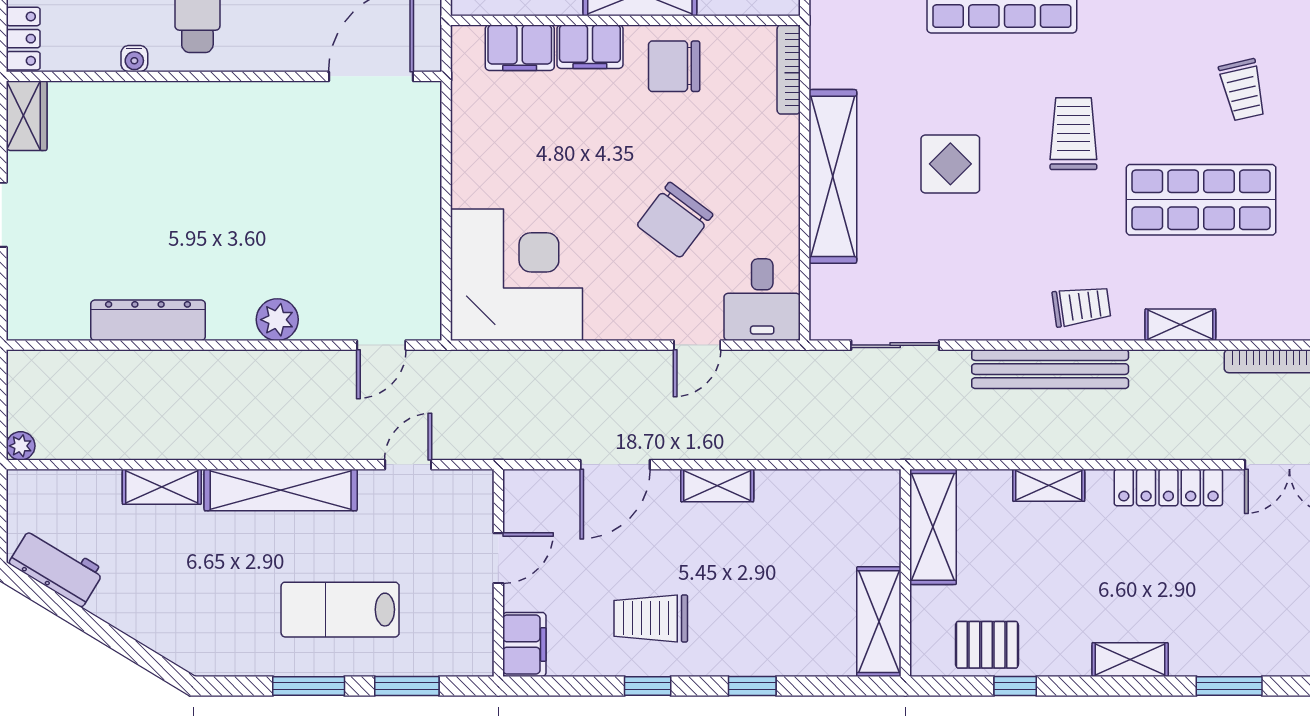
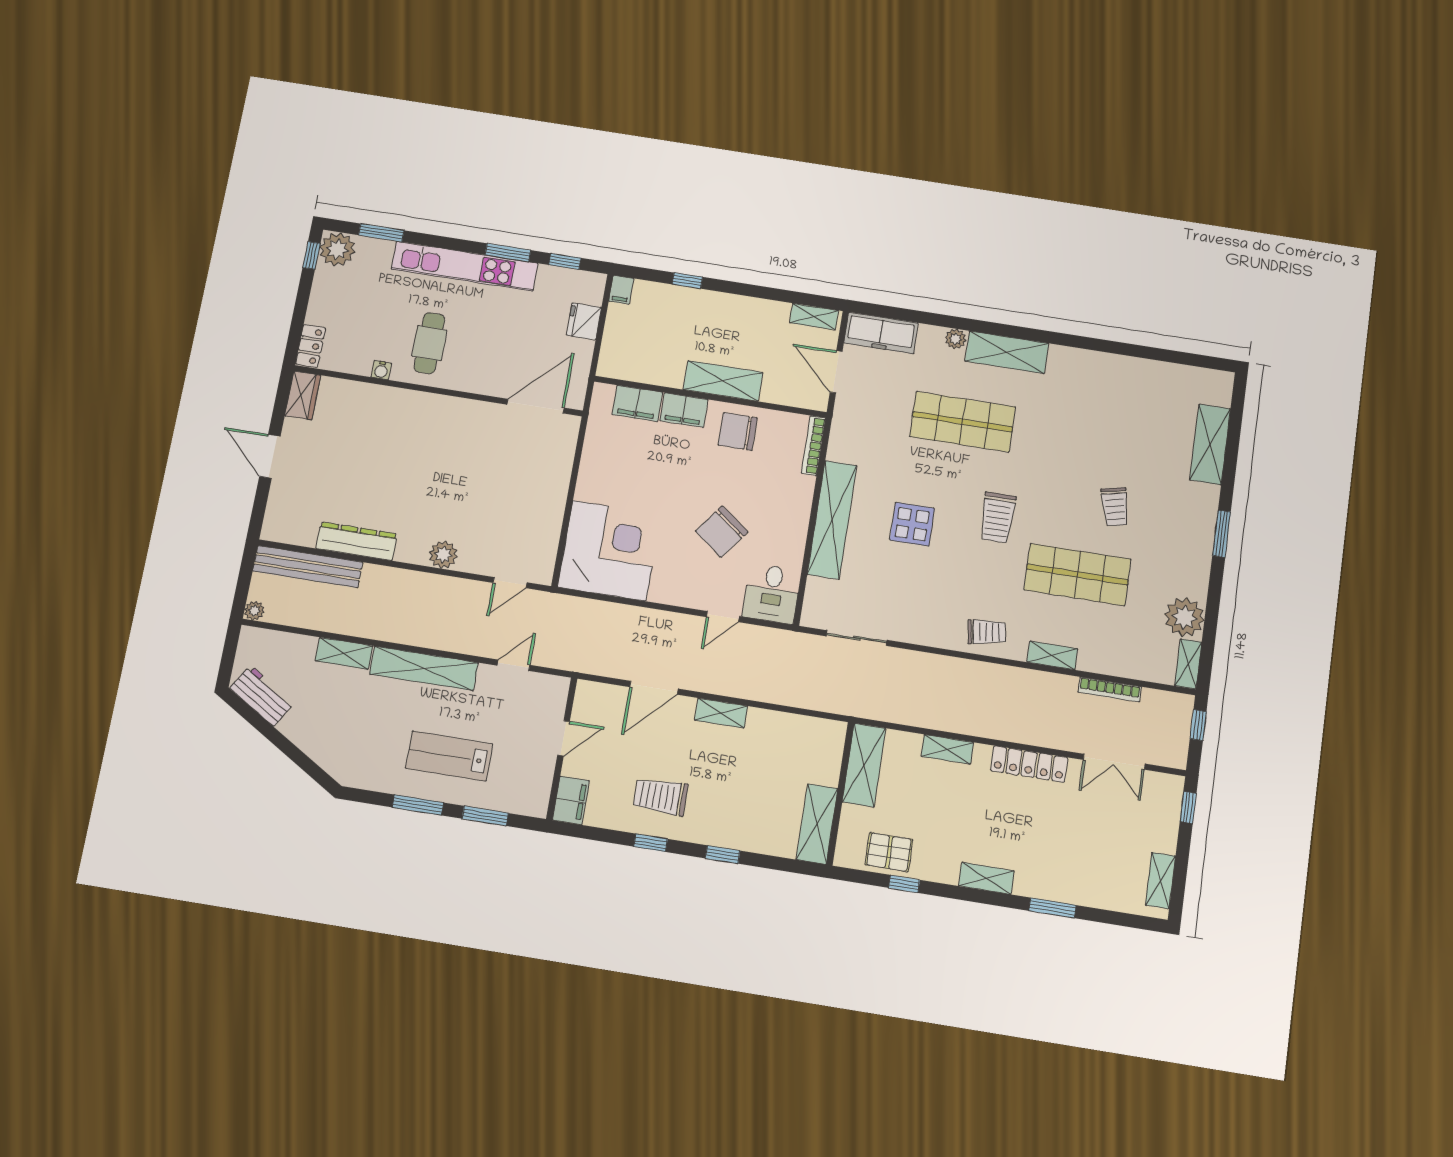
trolley: (1073, 134) -> (998, 517), turned 180
bench: (1050, 369) -> (308, 567), moved

